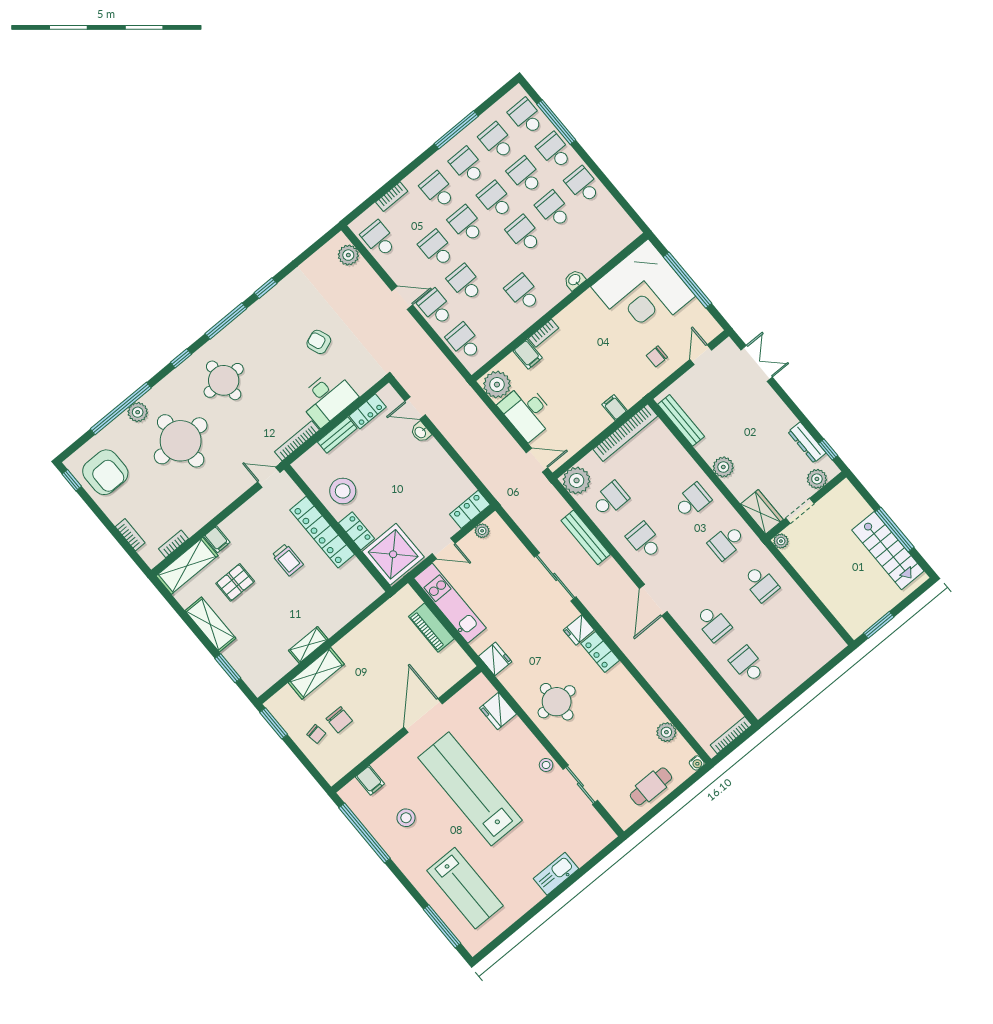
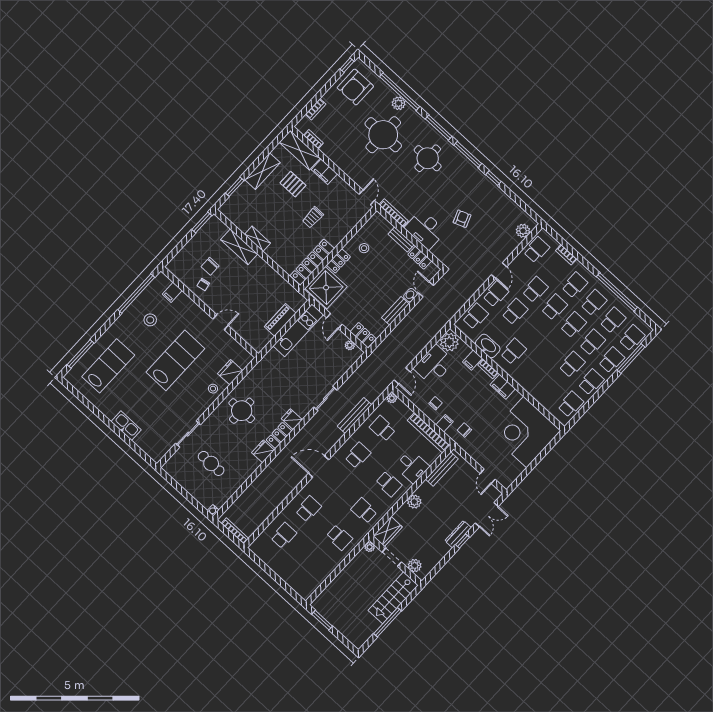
window: (456, 130) -> (617, 292), width x1.46
school desk: (524, 234) -> (571, 404), moved
washbasin: (575, 280) -> (488, 346), moved, width x1.91, depth x1.45
window: (687, 280) -> (537, 461), removed
filing cabinet: (572, 315) -> (503, 387), added
door: (701, 355) -> (488, 476), swing flipped
chair: (657, 356) -> (464, 430), moved
window: (181, 358) -> (439, 128), width x2.17
chair: (583, 417) -> (435, 403), added
dresser: (807, 442) -> (458, 534), moved
window: (828, 450) -> (462, 541), moved
bench: (440, 457) -> (395, 311), added
desk: (672, 463) -> (412, 466), added
plant: (577, 480) -> (392, 398), width x0.53, depth x0.53
stool: (343, 491) -> (364, 248), width x0.53, depth x0.53
school desk: (610, 499) -> (382, 428), turned 180
locker: (322, 532) -> (312, 262), moved
filing cabinet: (217, 539) -> (324, 172), width x2.00
stairs: (888, 551) -> (393, 598), moved
sliding door: (555, 577) -> (325, 399), width x0.73
school desk: (761, 583) -> (339, 537), turned -90
school desk: (713, 623) -> (308, 509), turned 180
fridge: (495, 659) -> (263, 451), moved, turned 180
door: (423, 715) -> (220, 322), width x0.53
plant: (666, 732) -> (231, 487), removed
chair: (316, 734) -> (203, 284), moved
stool: (546, 765) -> (213, 389), moved
cafe table: (651, 786) -> (211, 463), moved
lab bench: (470, 789) -> (175, 360), width x0.73
lab bench: (465, 888) -> (108, 366), turned 180

